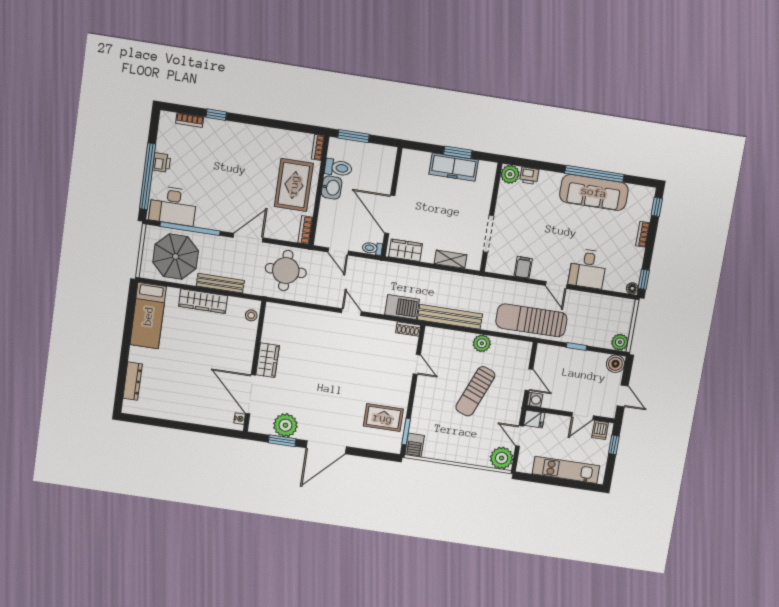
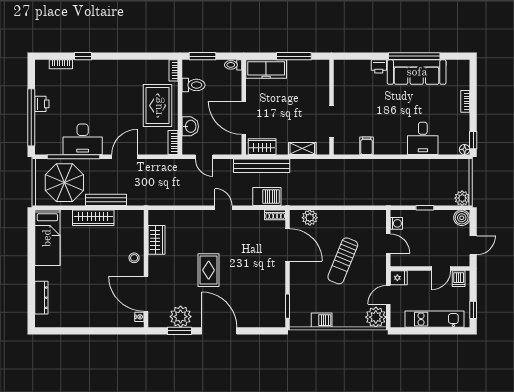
window: (458, 152) -> (294, 56), width x1.44
freezer: (454, 167) -> (266, 69), moved
plant: (510, 174) -> (342, 68), removed
printer: (529, 176) -> (379, 66), moved
washbasin: (332, 188) -> (190, 126), moved
desk: (173, 206) -> (83, 139), moved
window: (657, 207) -> (473, 76), removed
toilet: (372, 248) -> (233, 65), moved
round table: (286, 271) -> (161, 180), removed
door: (556, 285) -> (398, 157), removed
stool: (251, 315) -> (134, 258), moved
bench: (450, 317) -> (262, 166), moved
sun lounger: (531, 320) -> (381, 191), removed
plant: (482, 343) -> (310, 218), moved
wardrobe: (268, 360) -> (157, 240), moved
door: (417, 364) -> (288, 245), width x1.87
door: (623, 396) -> (473, 245), hinge flipped
washing machine: (535, 400) -> (396, 223), moved
rug: (383, 418) -> (209, 270), moved, turned 90
door: (519, 436) -> (388, 295), hinge flipped
barbecue: (415, 445) -> (322, 320), moved, turned -90
window: (614, 445) -> (473, 310), moved
door: (326, 447) -> (219, 331), swing flipped

